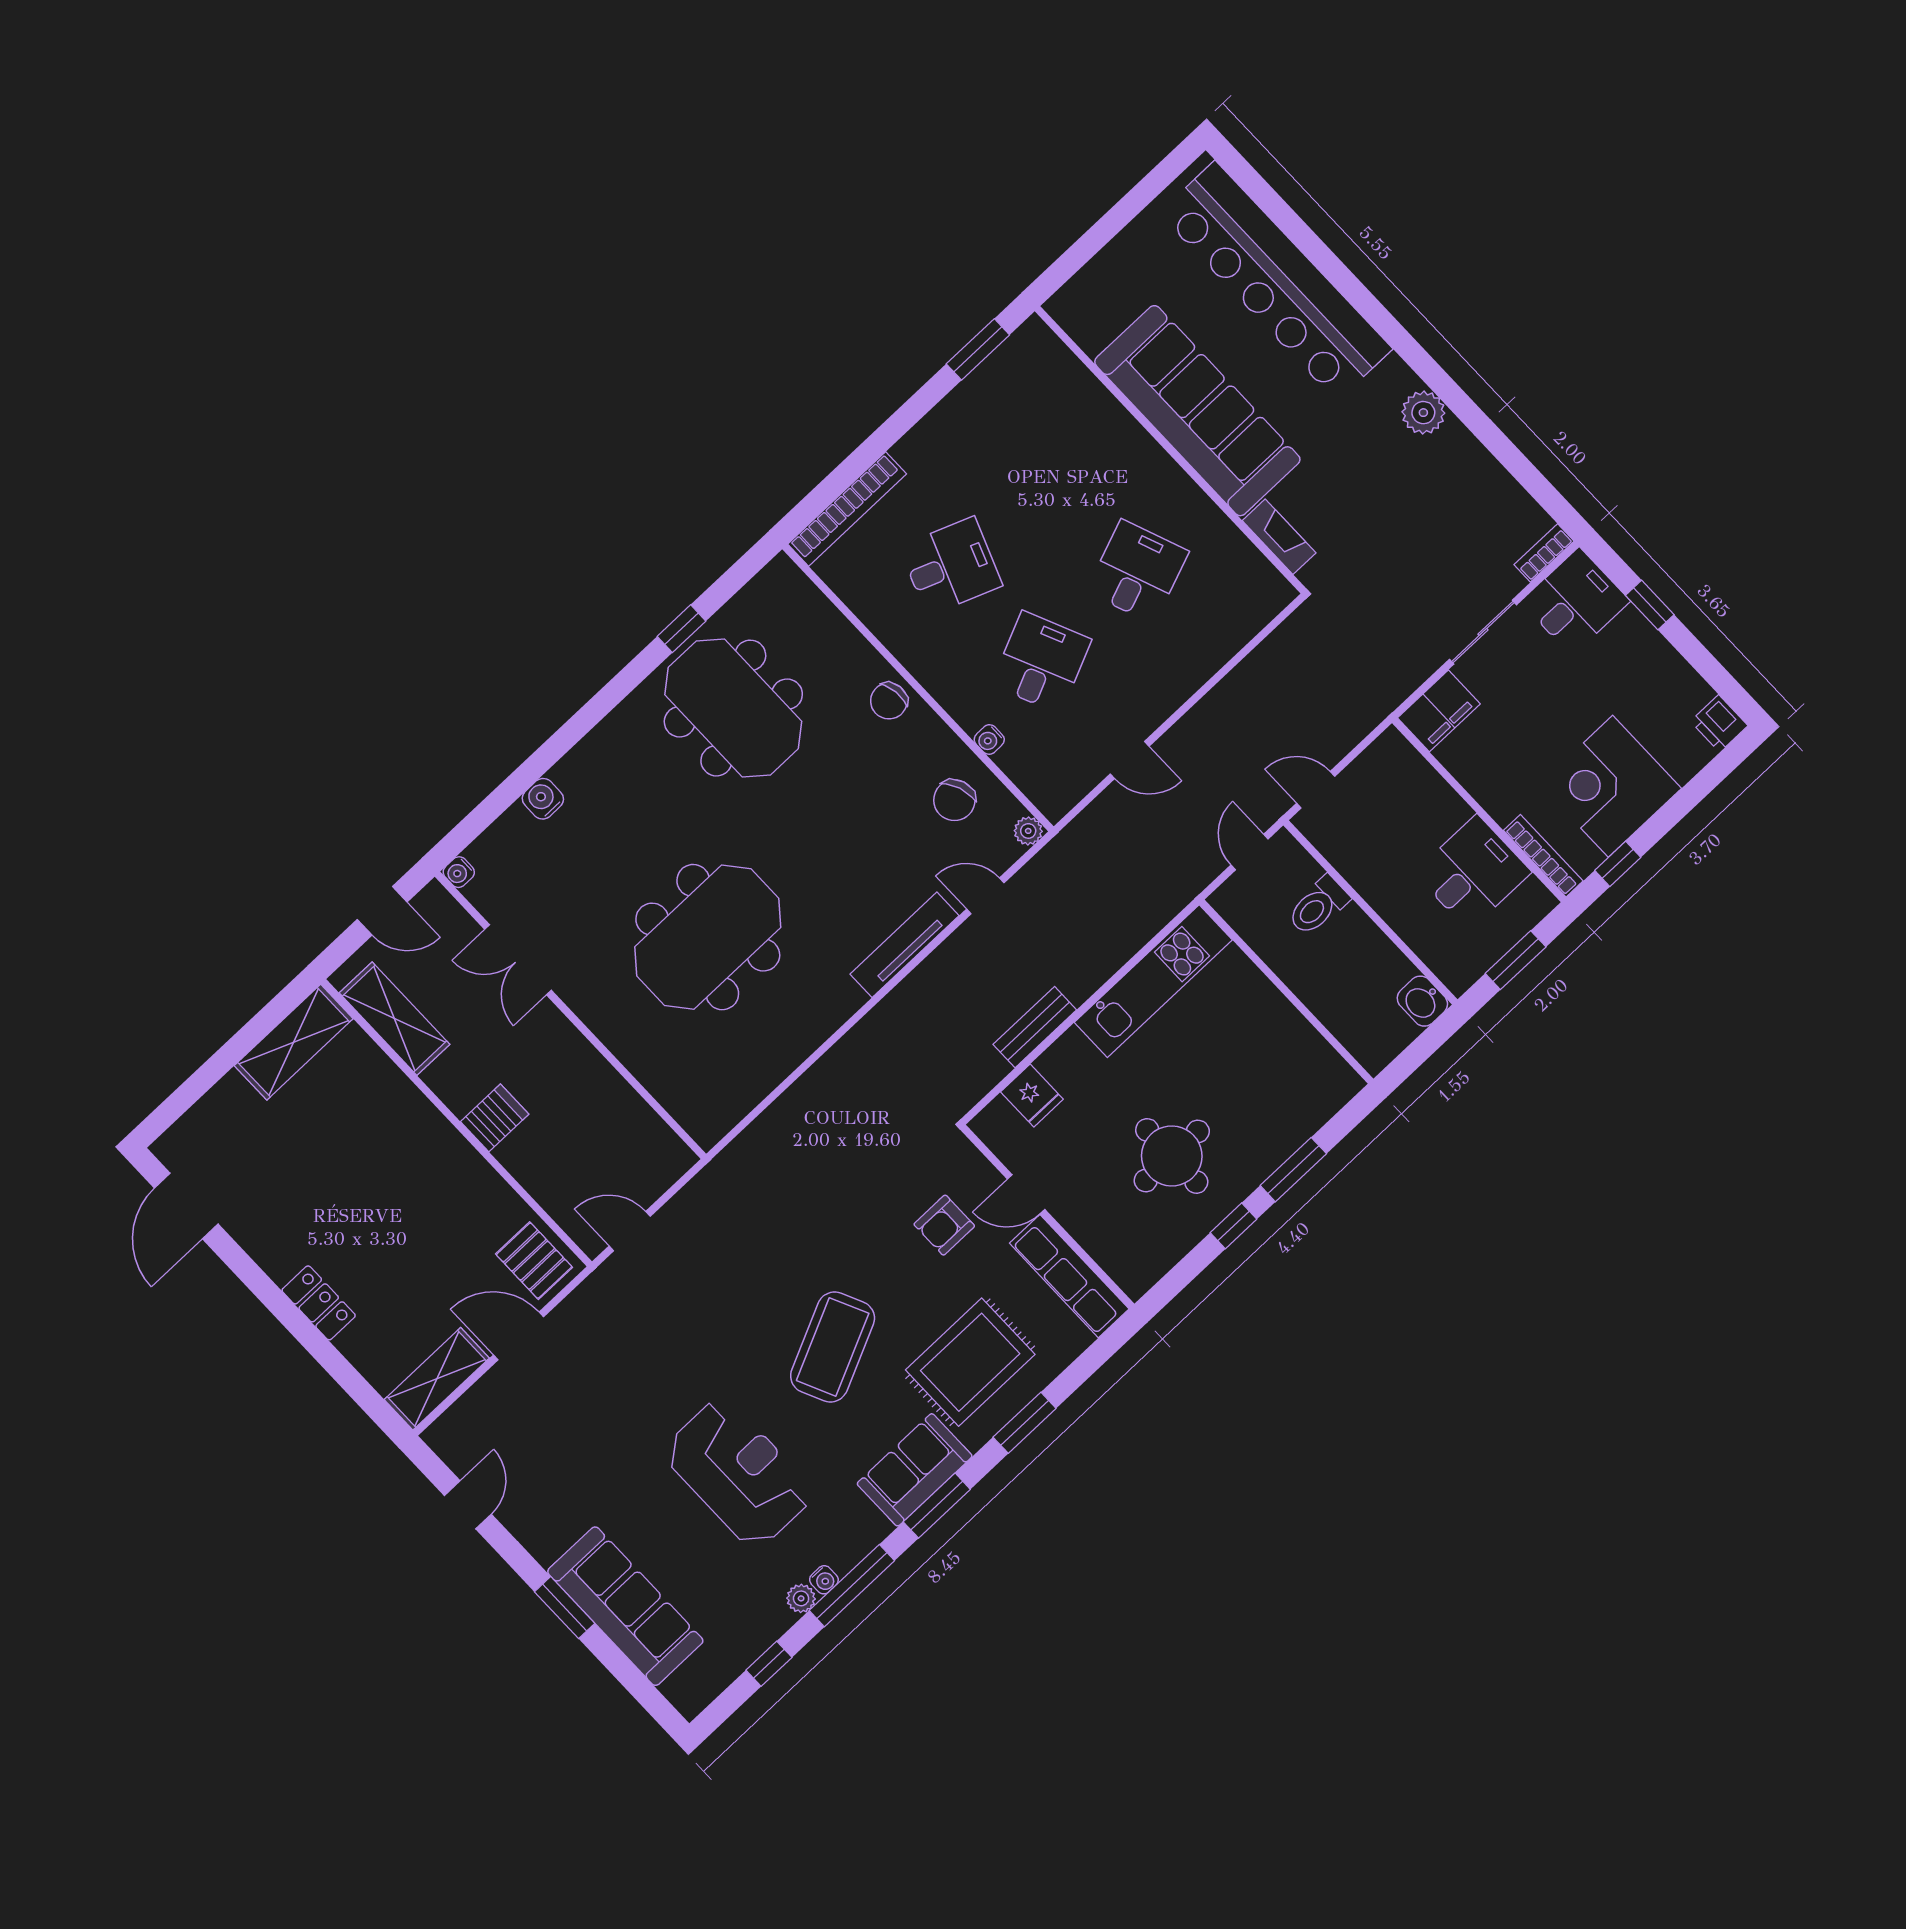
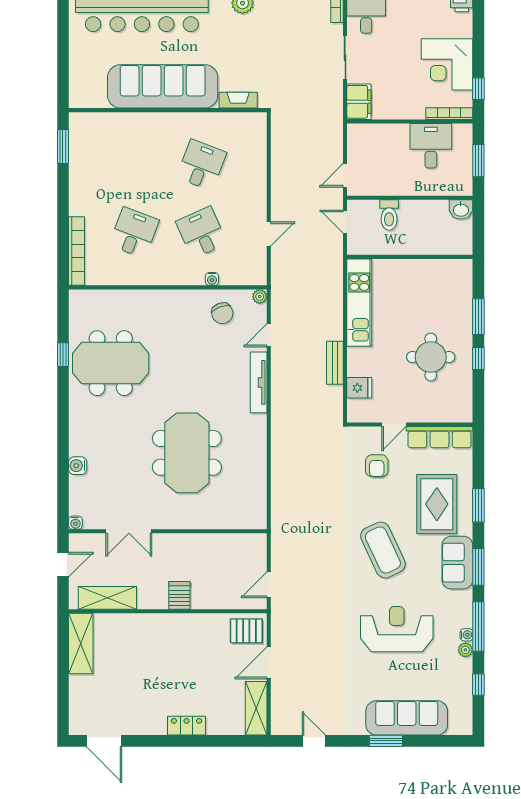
desk: (1138, 572) -> (201, 165), turned 42
chair: (889, 701) -> (162, 303), removed

